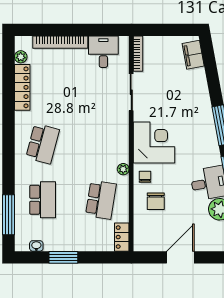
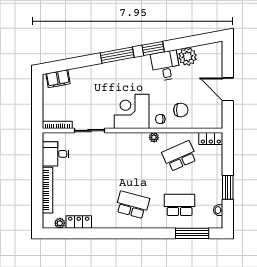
locker: (22, 87) -> (79, 222), width x0.66
school desk: (101, 200) -> (180, 156), turned -33

